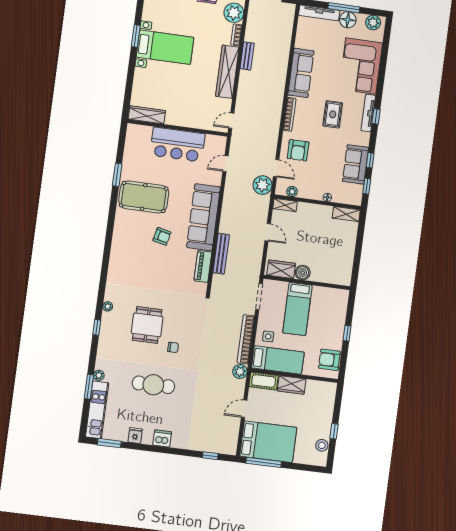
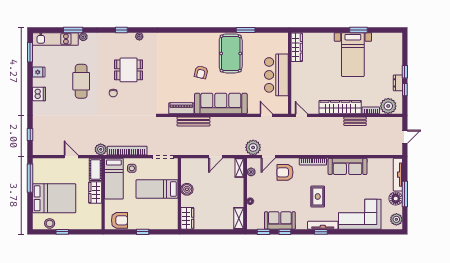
rug: (333, 114) -> (318, 197), turned 90
wardrobe: (281, 269) -> (187, 218), moved
armchair: (329, 360) -> (119, 220), turned 90
bed: (268, 442) -> (54, 198), moved, turned -90

